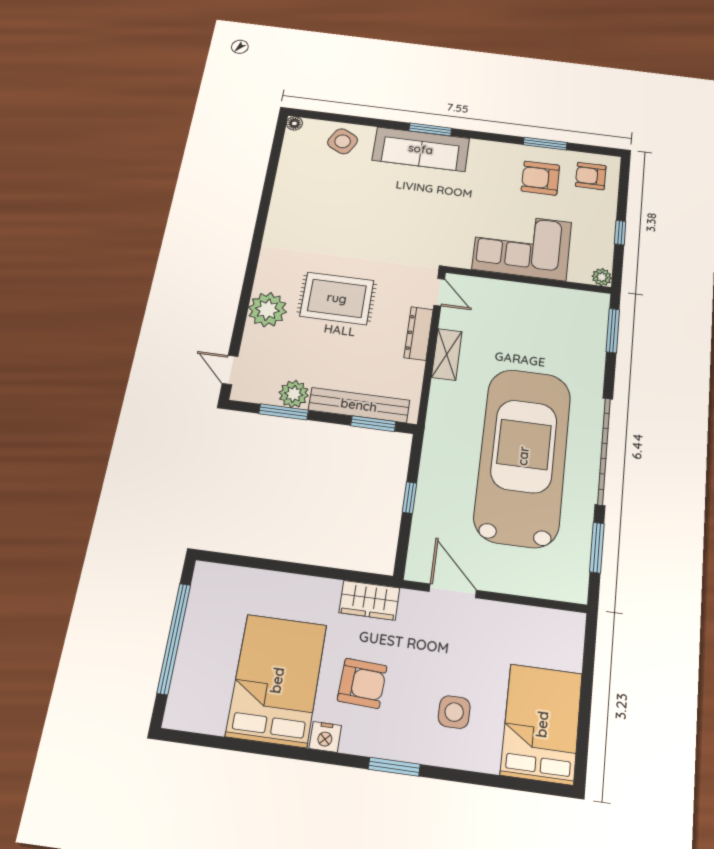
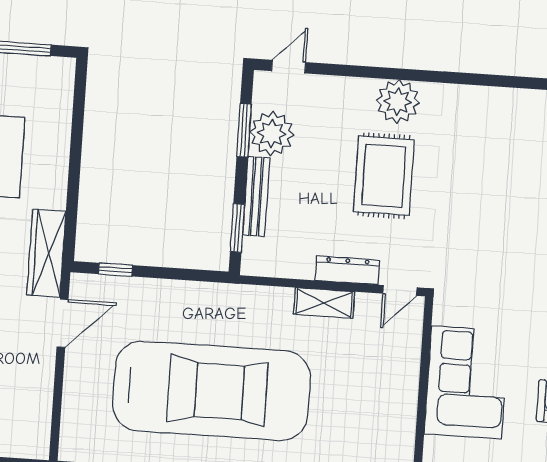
plant: (267, 310) -> (398, 102), moved
plant: (294, 394) -> (272, 133), width x1.36, depth x1.36
bench: (359, 405) -> (256, 196), width x0.73, depth x0.82
window: (409, 498) -> (116, 270), moved
wardrobe: (369, 600) -> (46, 253), width x1.50

